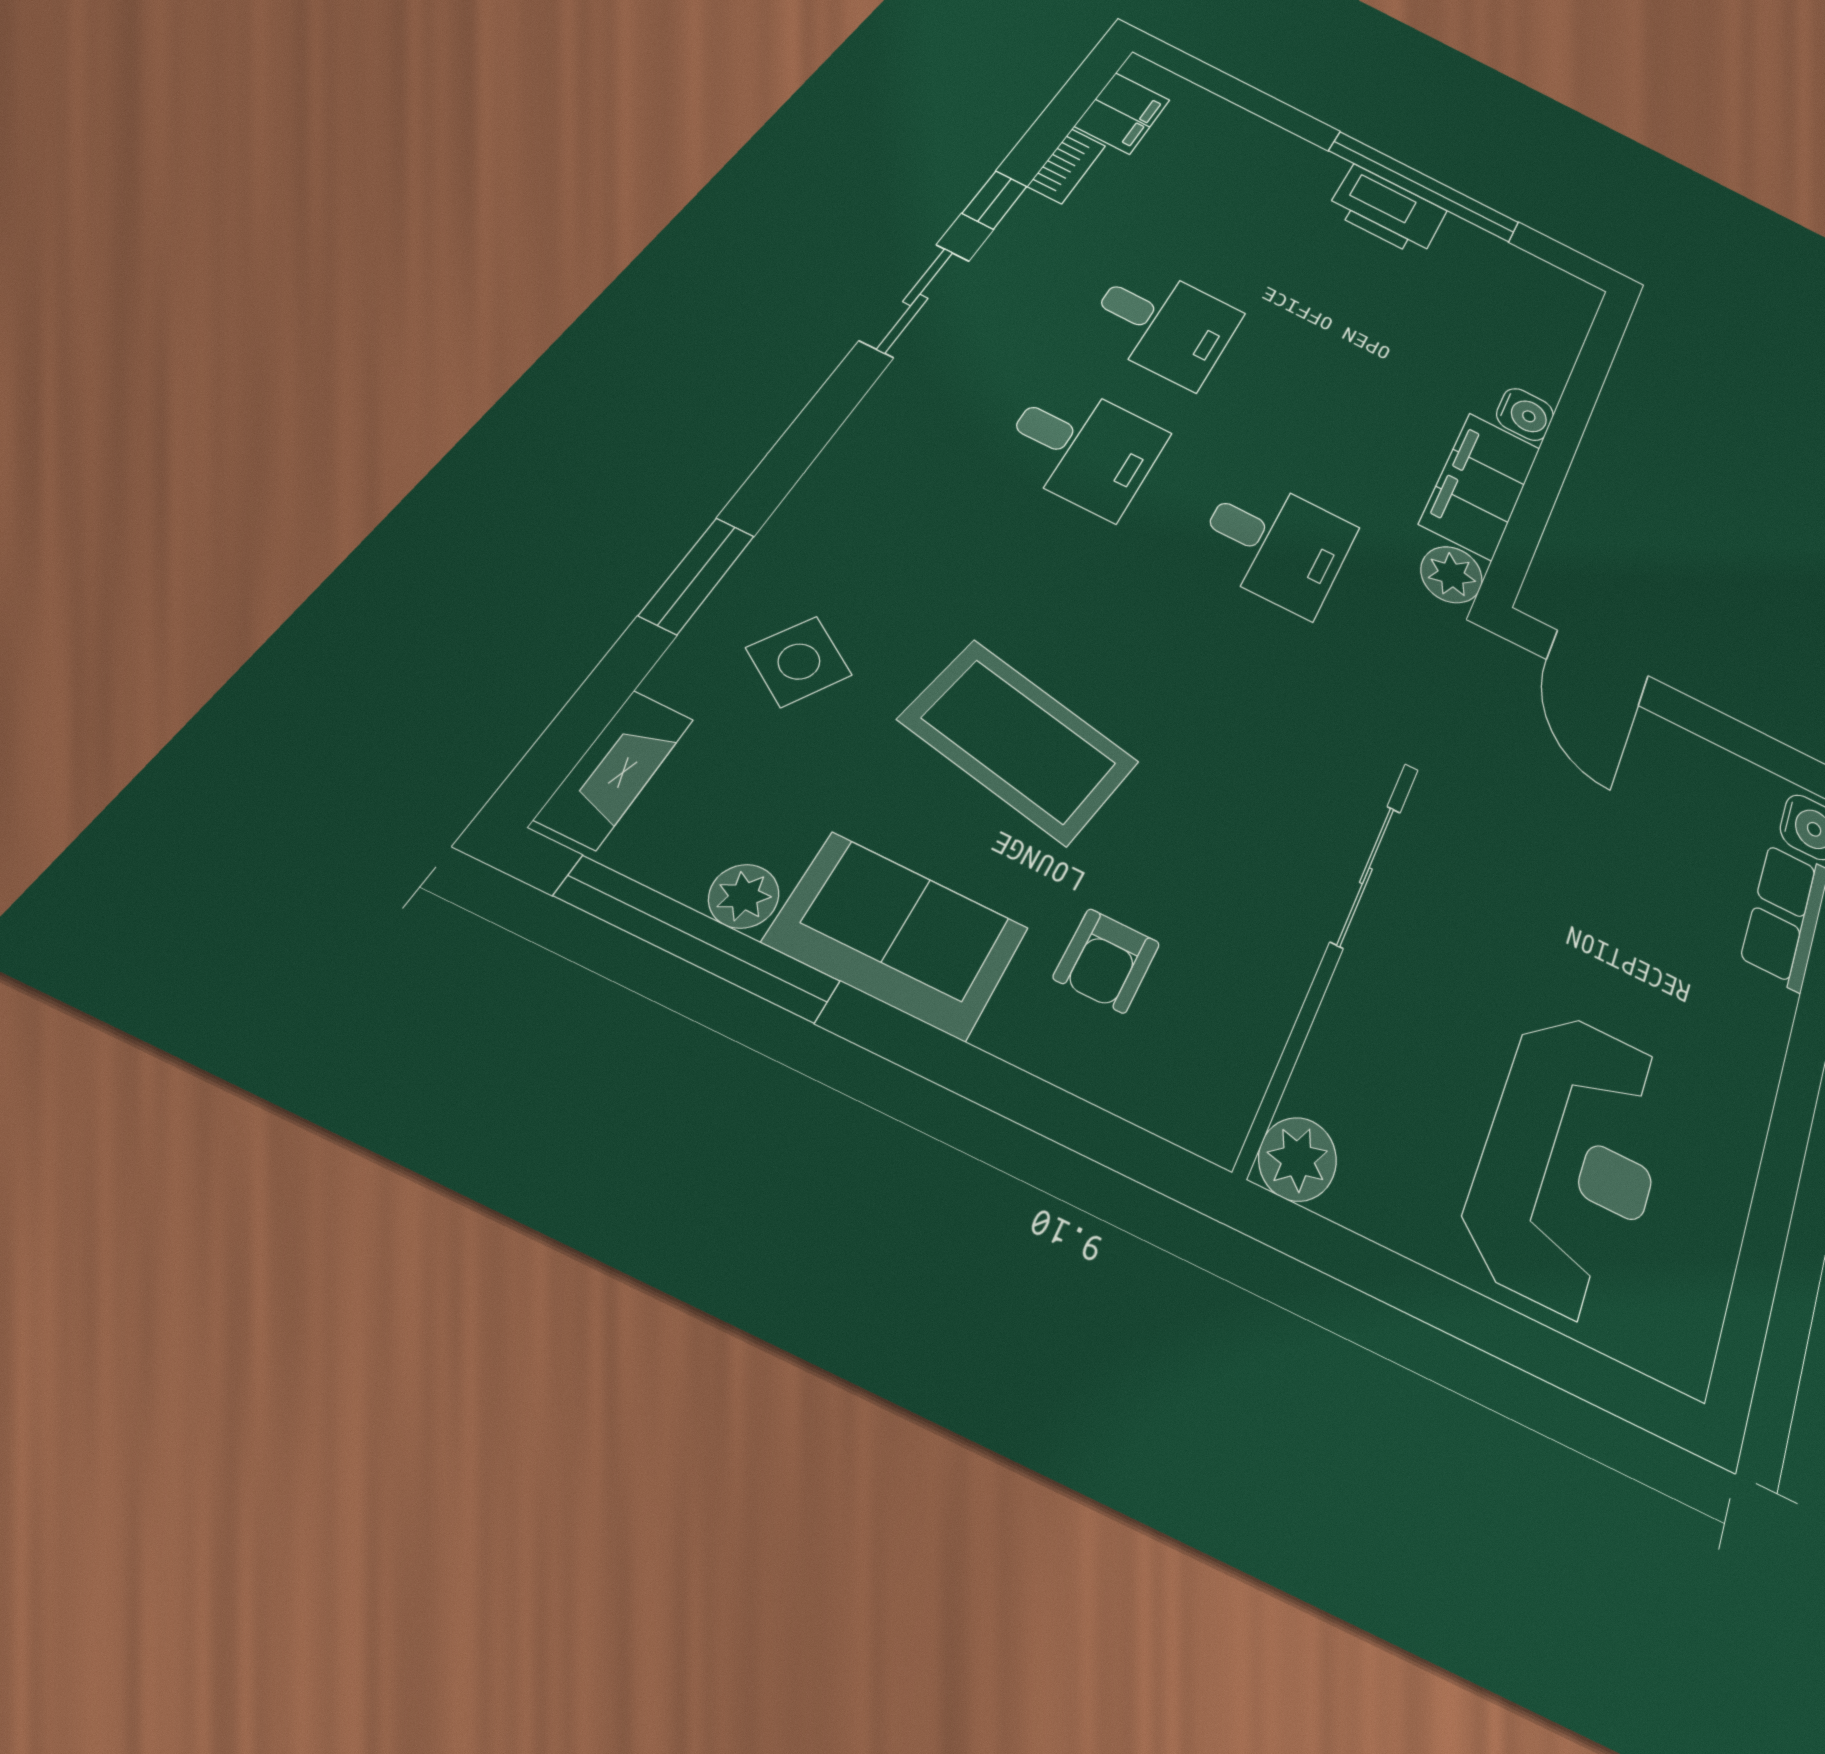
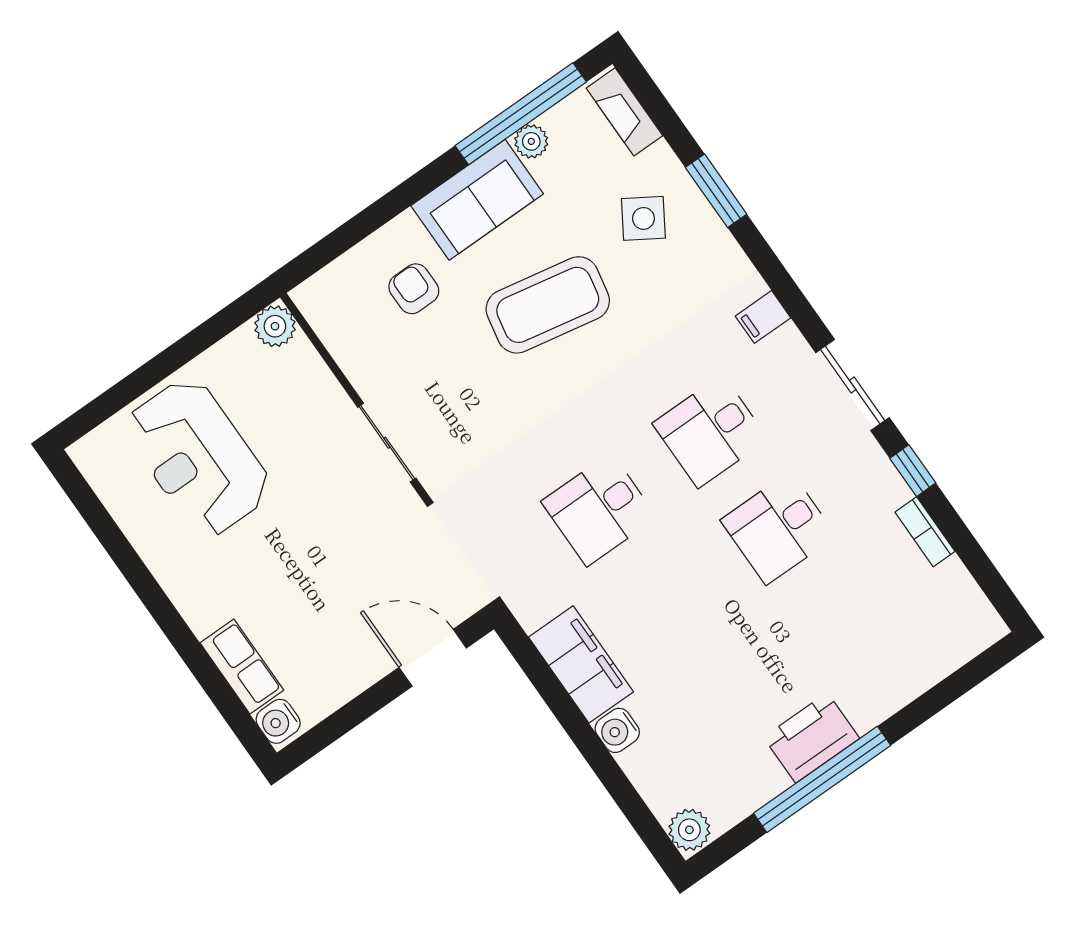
filing cabinet: (1122, 113) -> (763, 317), moved, width x0.50
plant: (1452, 575) -> (689, 830), moved

